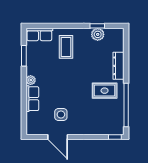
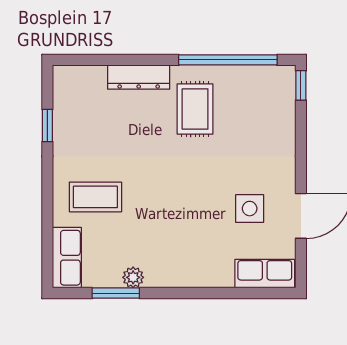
plant: (98, 34) -> (67, 125), removed
plant: (31, 80) -> (133, 277), moved
row of seats: (32, 99) -> (265, 274), moved

